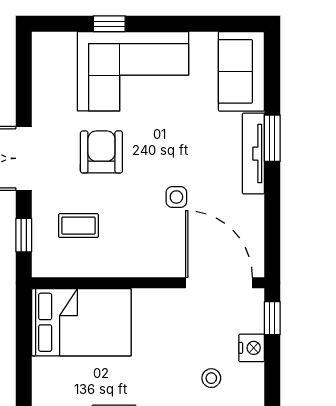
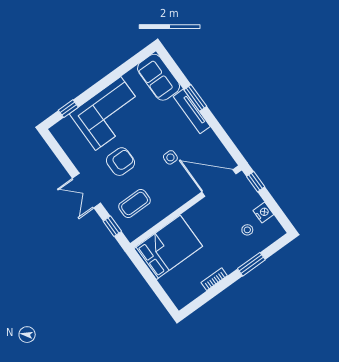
window: (109, 24) -> (68, 109), moved
armchair: (101, 152) -> (121, 162), turned 90
coffee table: (78, 226) -> (135, 203), width x1.36, depth x1.30
nightstand: (252, 348) -> (263, 213), moved

